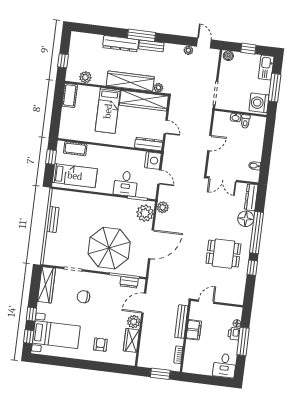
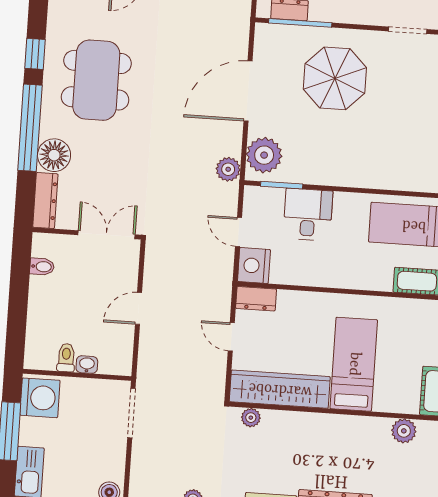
wardrobe: (130, 81) -> (310, 428), removed
dresser: (149, 144) -> (256, 299), width x0.70
parasol: (109, 248) -> (335, 78), width x0.73, depth x0.73
dining table: (223, 254) -> (96, 80), width x1.38

